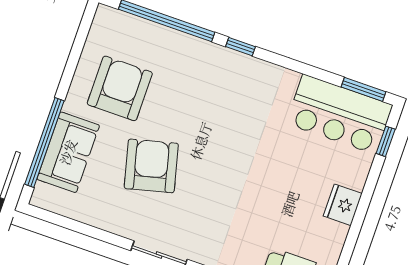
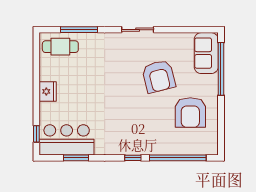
window: (363, 89) -> (76, 158), moved
sofa: (68, 152) -> (206, 53), moved

